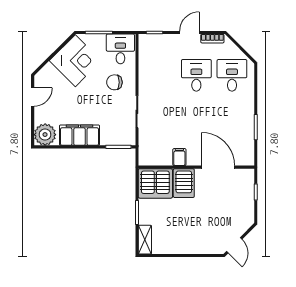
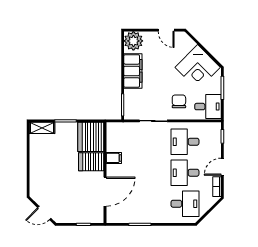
door: (189, 32) -> (222, 167), swing flipped
desk: (161, 75) -> (185, 142), added
desk: (196, 75) -> (185, 173), turned 180
door: (234, 245) -> (44, 213), moved

